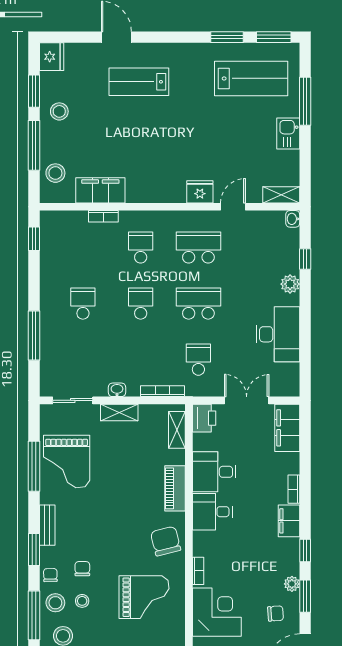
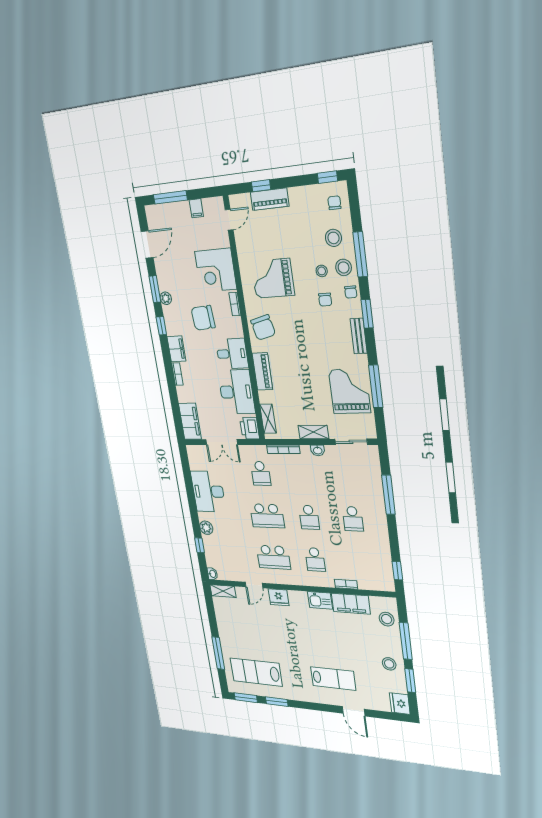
kitchen sink: (288, 133) -> (320, 600), moved, turned 90
desk: (214, 472) -> (237, 392), width x1.37
chair: (276, 613) -> (203, 318), moved, width x1.87, depth x1.87

